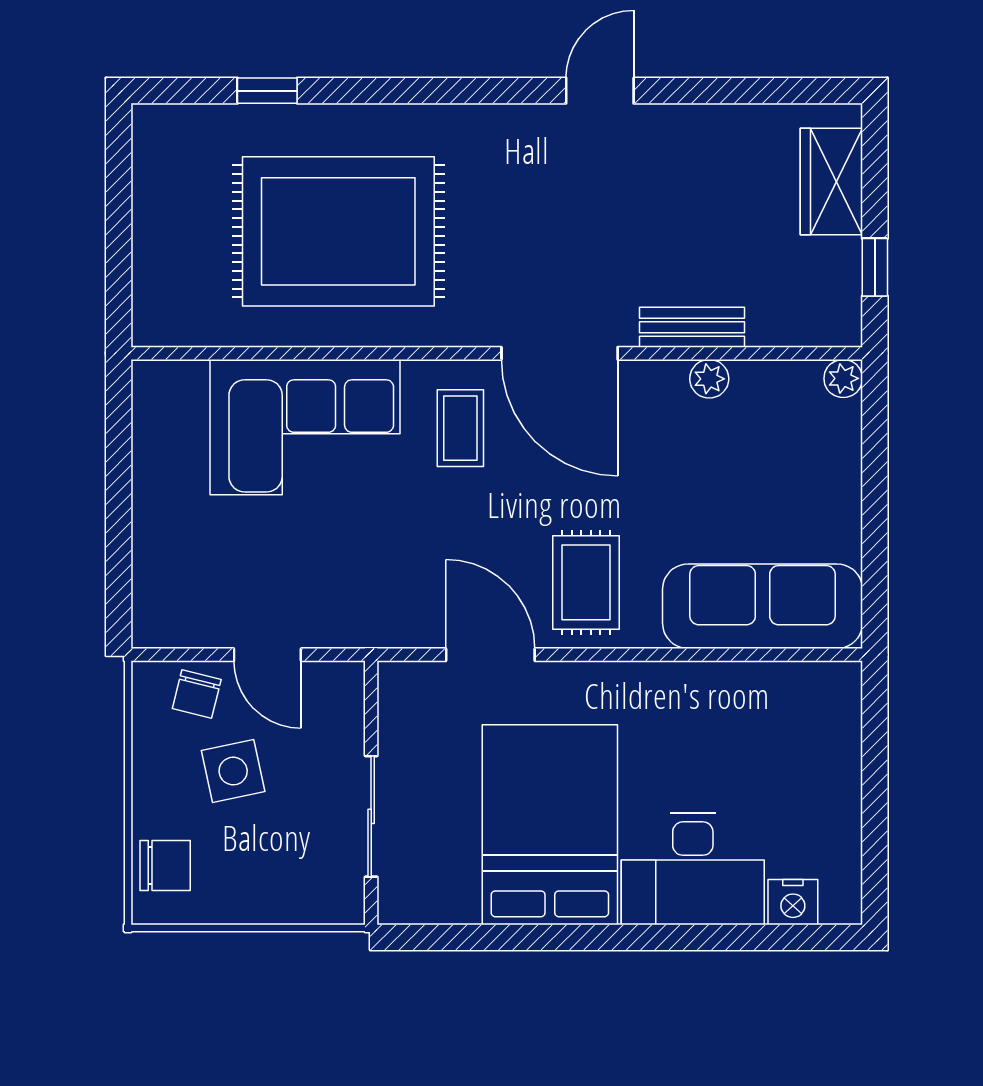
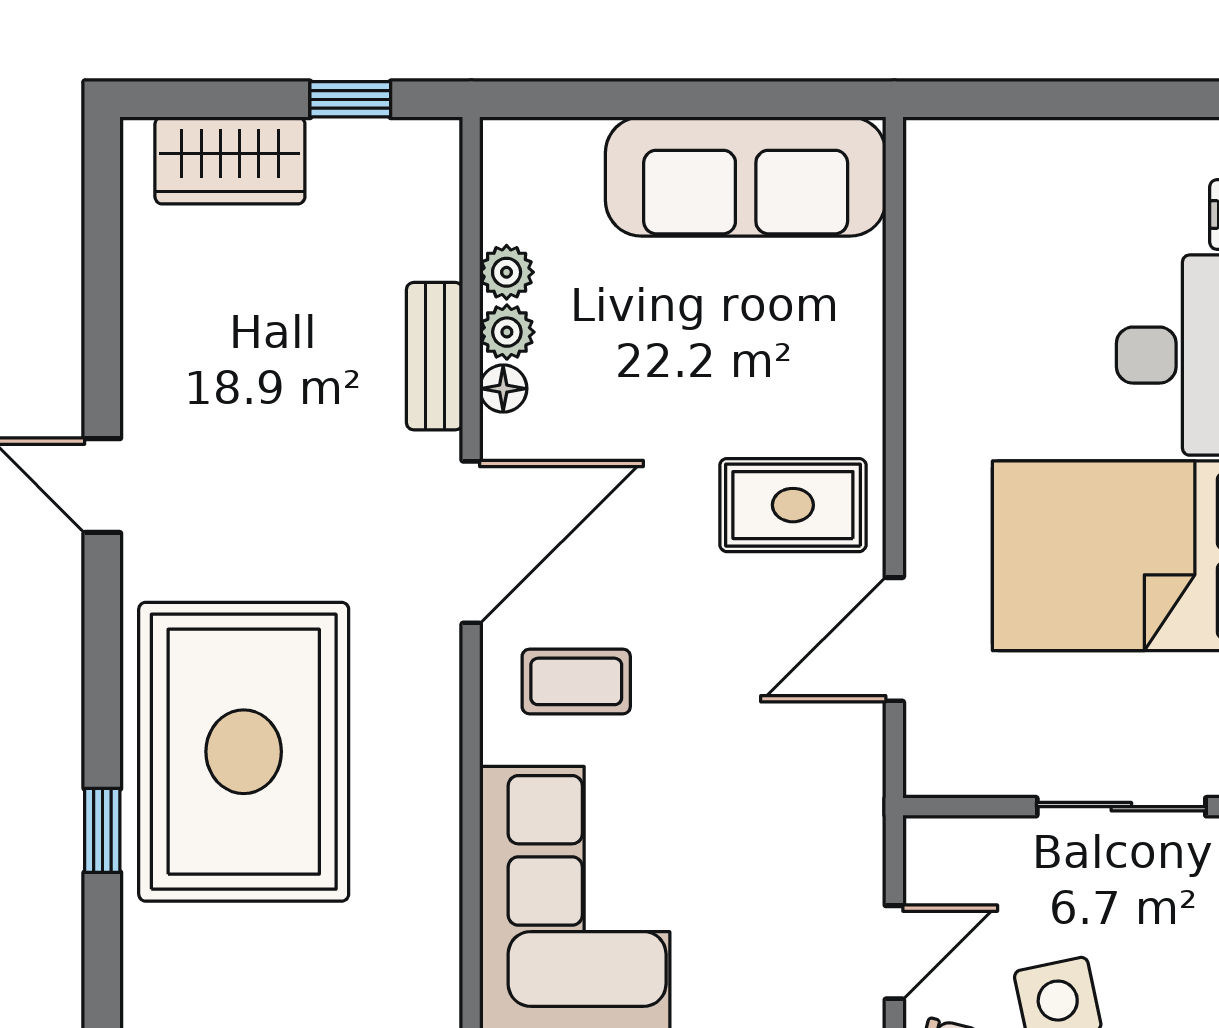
window: (267, 91) -> (102, 830), moved
rug: (338, 231) -> (244, 752), moved
floor lamp: (669, 376) -> (503, 389), added
plant: (843, 378) -> (507, 272), moved
sofa: (763, 606) -> (746, 177), moved, turned -90

